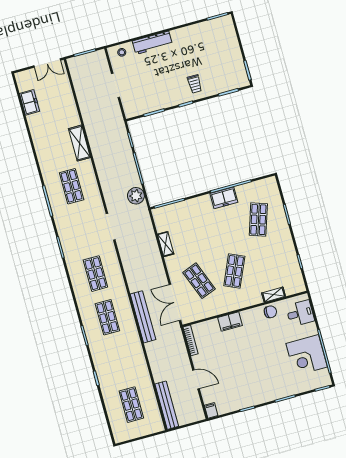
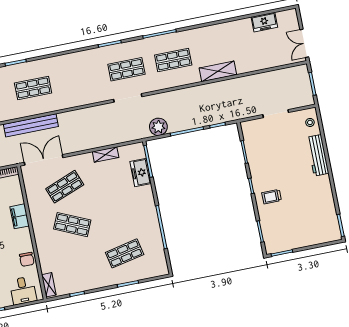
freezer: (224, 198) -> (141, 173), moved
shop shelf: (258, 220) -> (125, 253), turned -30
shop shelf: (95, 274) -> (126, 69), moved
shelving: (274, 295) -> (49, 285), moved

